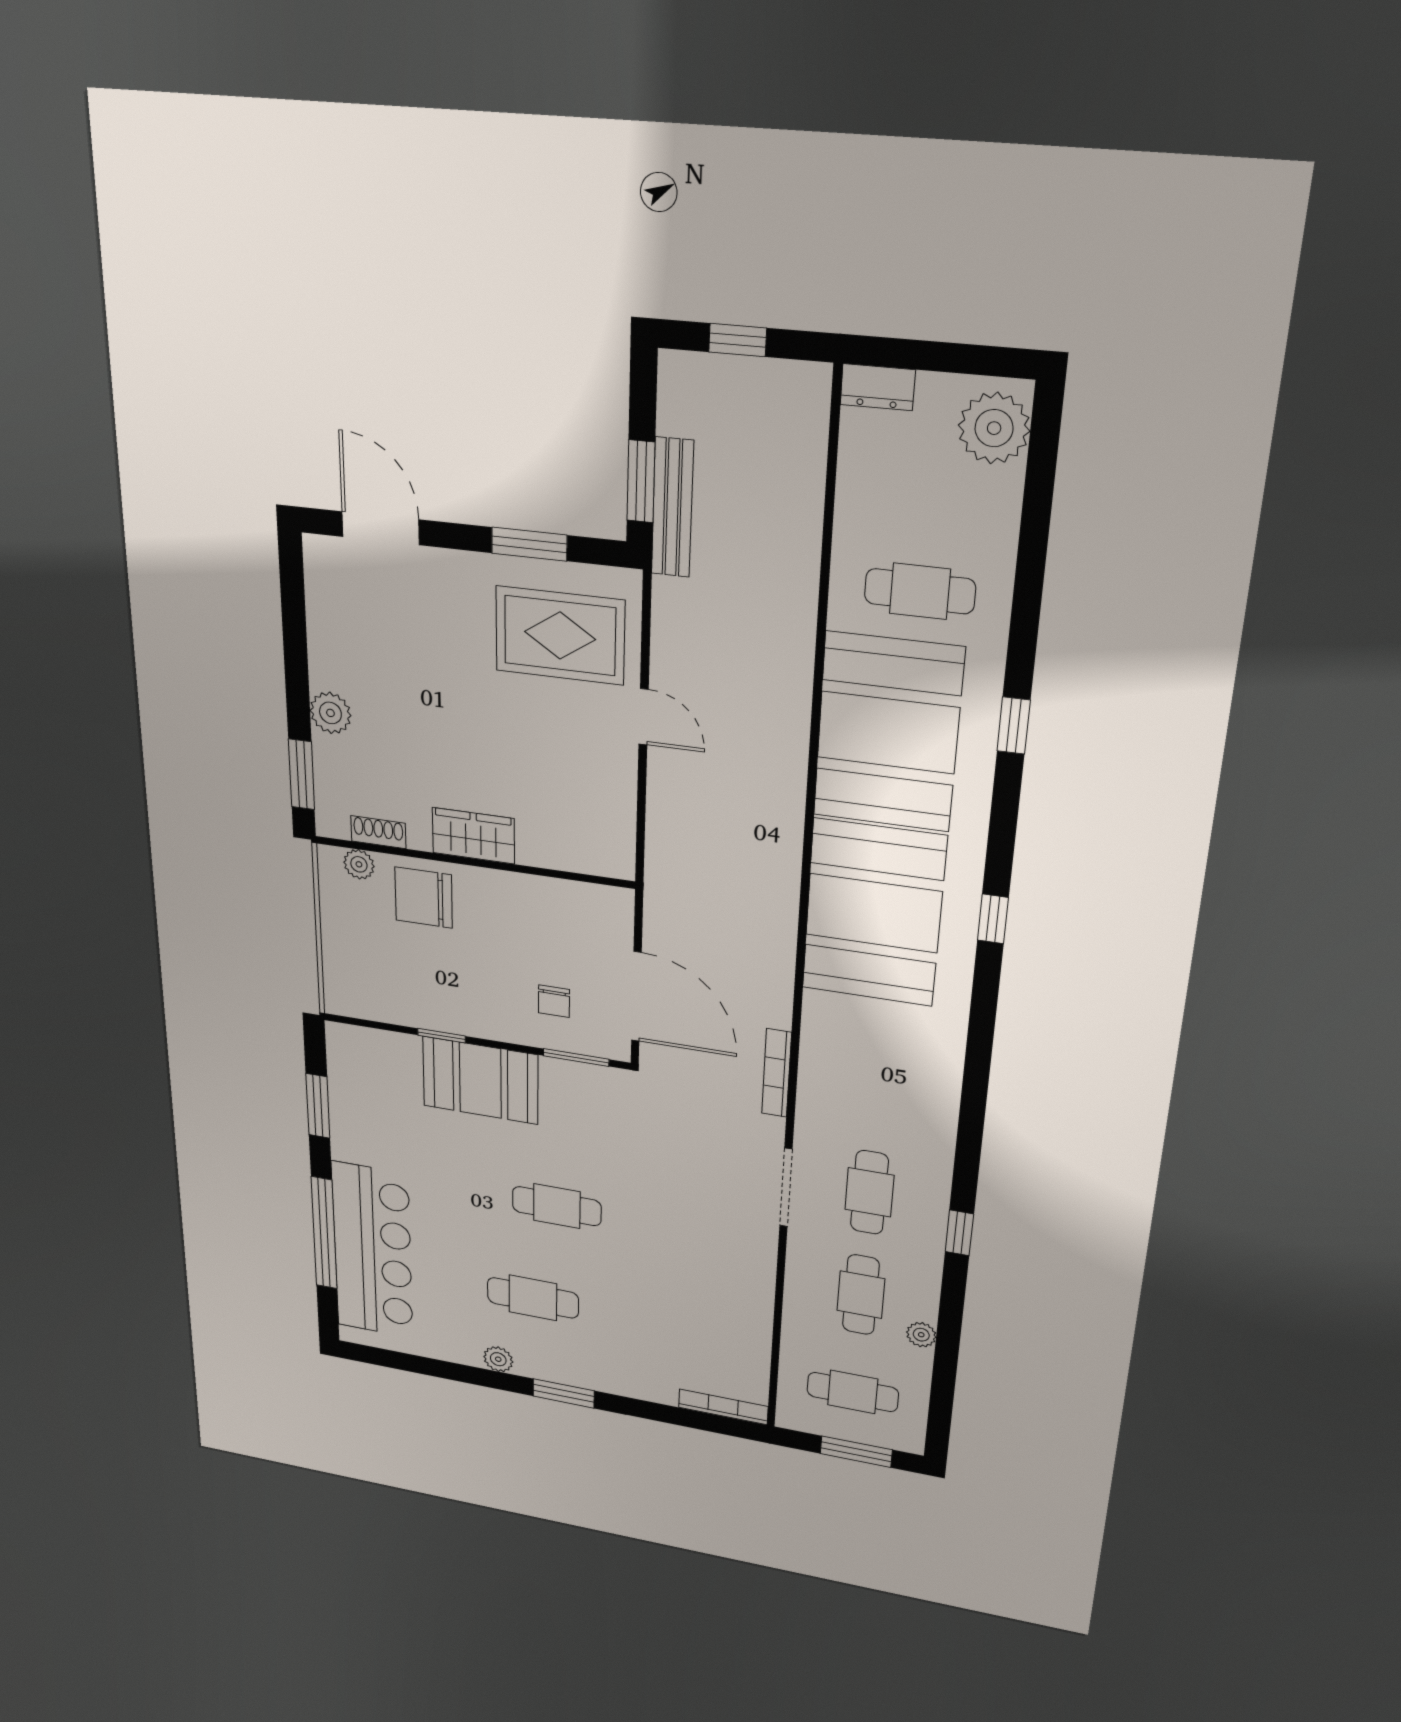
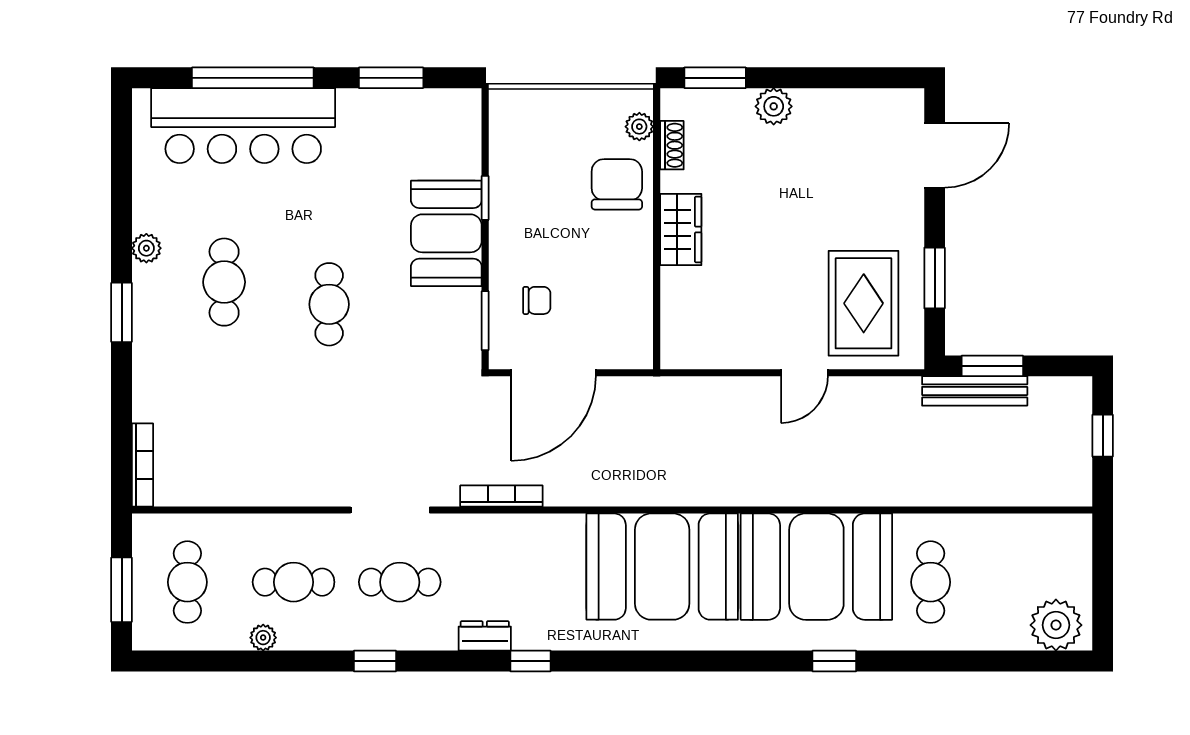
dresser: (878, 387) -> (485, 636), moved, turned 90
window: (993, 919) -> (531, 661), moved
chair: (554, 1001) -> (537, 300), turned 180

